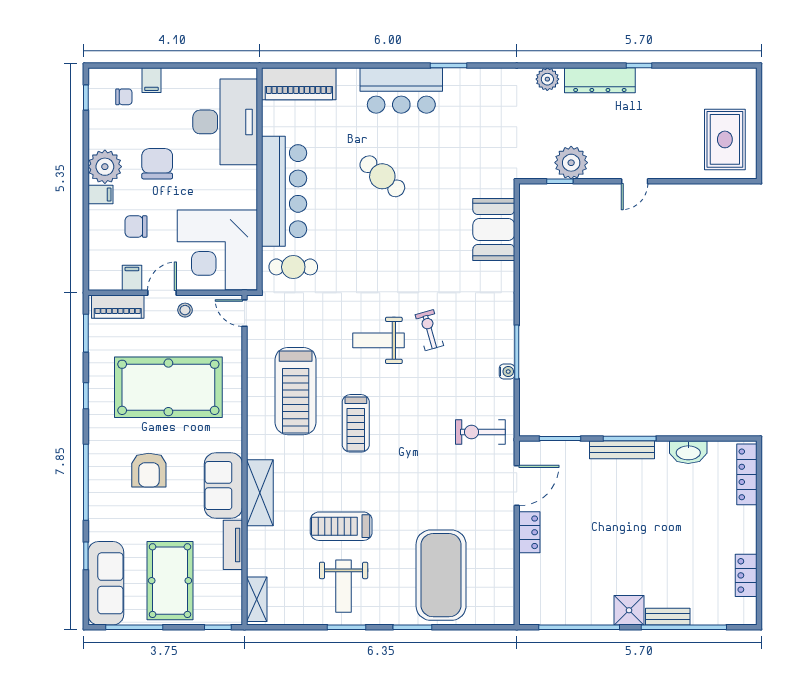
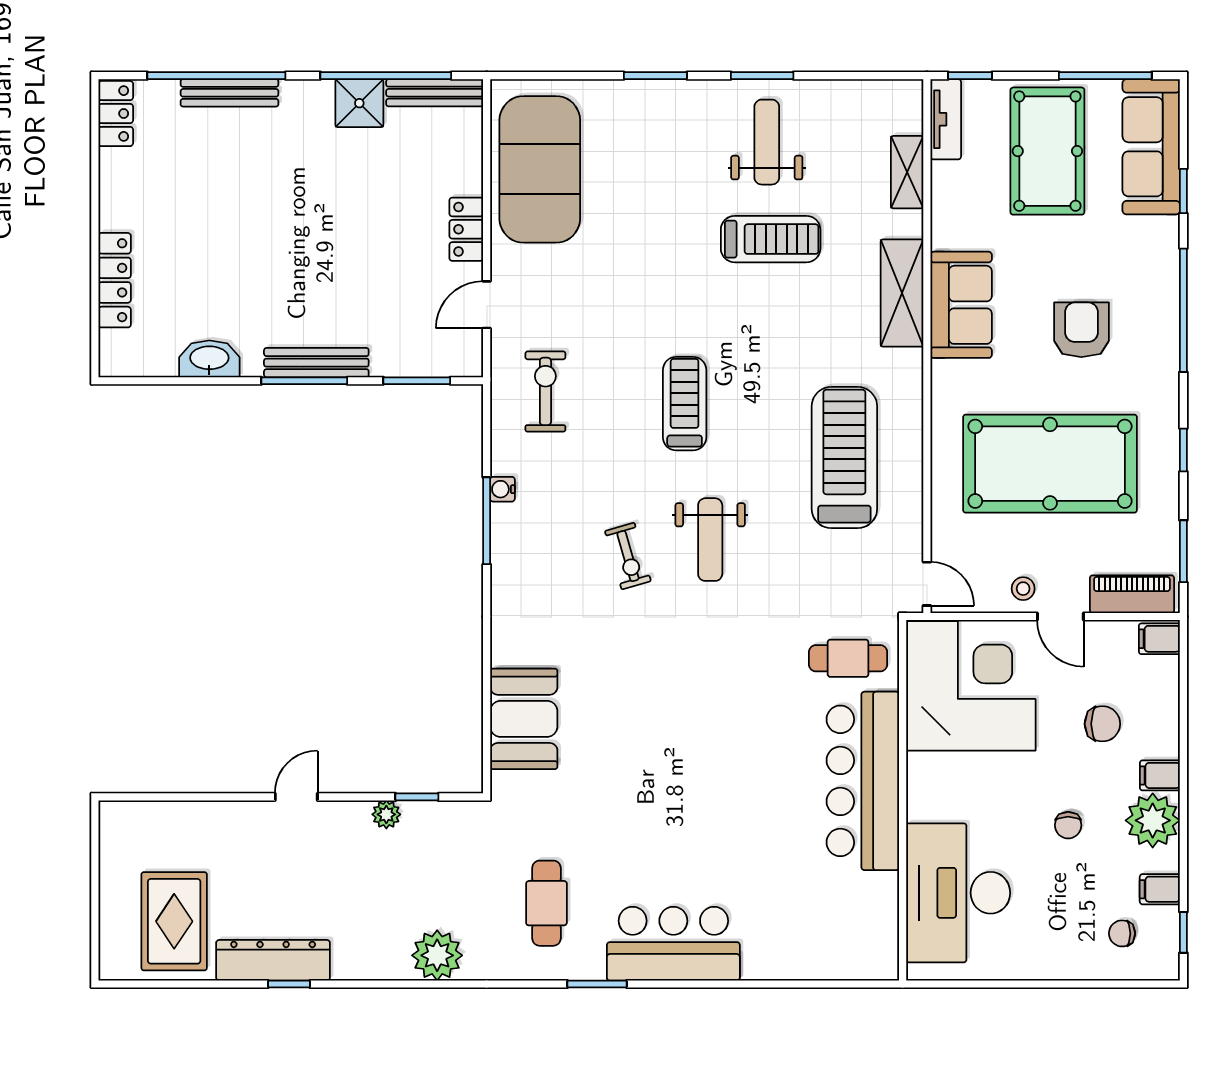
plant: (547, 79) -> (437, 955), width x1.36, depth x1.36
filing cabinet: (151, 80) -> (1160, 889), moved, turned -90
dresser: (600, 80) -> (273, 960), moved
piano: (299, 84) -> (839, 954), removed
rug: (725, 139) -> (174, 921), moved
plant: (571, 163) -> (386, 814), width x0.53, depth x0.53
chair: (157, 164) -> (1068, 825), width x0.54, depth x0.54
cafe table: (382, 176) -> (546, 903), moved, turned 49
filing cabinet: (132, 278) -> (1159, 639), moved, turned 90
door: (162, 293) -> (1060, 617), hinge flipped
weight bench: (379, 340) -> (710, 540), turned 90
treadmill: (356, 423) -> (685, 404), moved
exercise bike: (480, 432) -> (545, 391), turned -90
locker: (747, 474) -> (115, 280), moved
door: (517, 486) -> (487, 305), width x0.73
tv unit: (233, 545) -> (946, 119), moved
exercise mat: (441, 575) -> (540, 169), moved
locker: (746, 575) -> (116, 114), moved
shelving: (257, 599) -> (907, 172), moved
shower: (629, 610) -> (359, 103), moved
bench: (549, 617) -> (435, 93), added
bench: (668, 617) -> (230, 93), width x1.36

